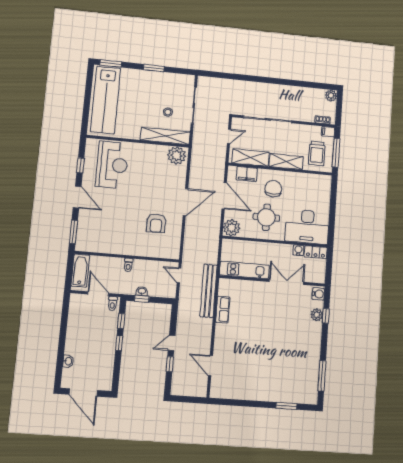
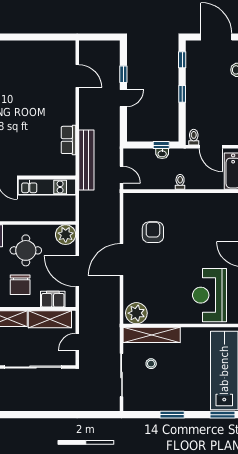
window: (121, 321) -> (182, 60), moved

